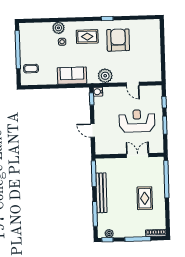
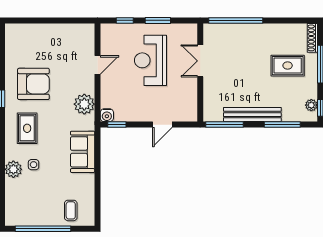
armchair: (118, 40) -> (33, 84), turned 180
rug: (145, 198) -> (288, 66), moved

